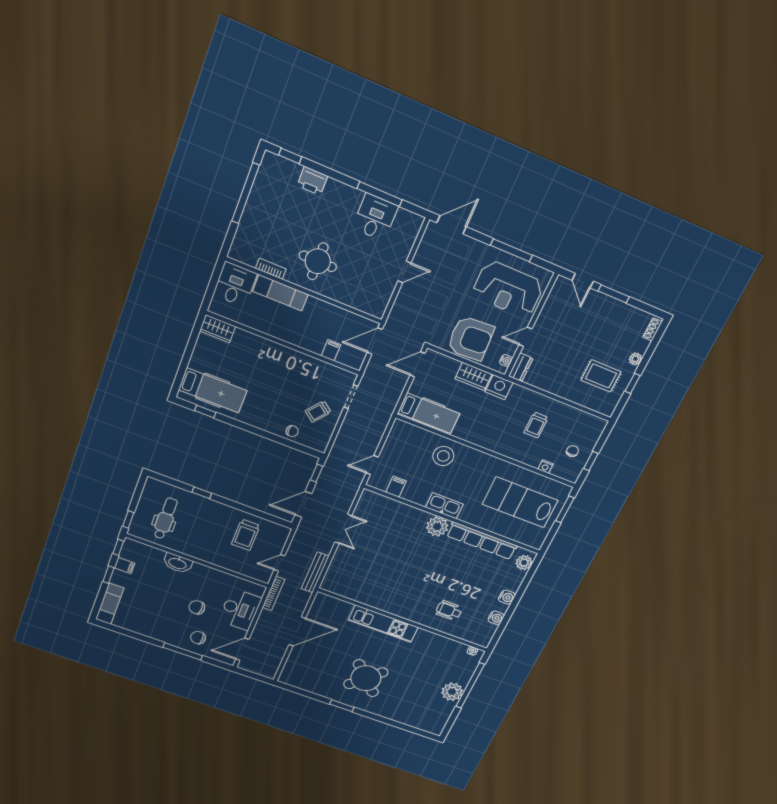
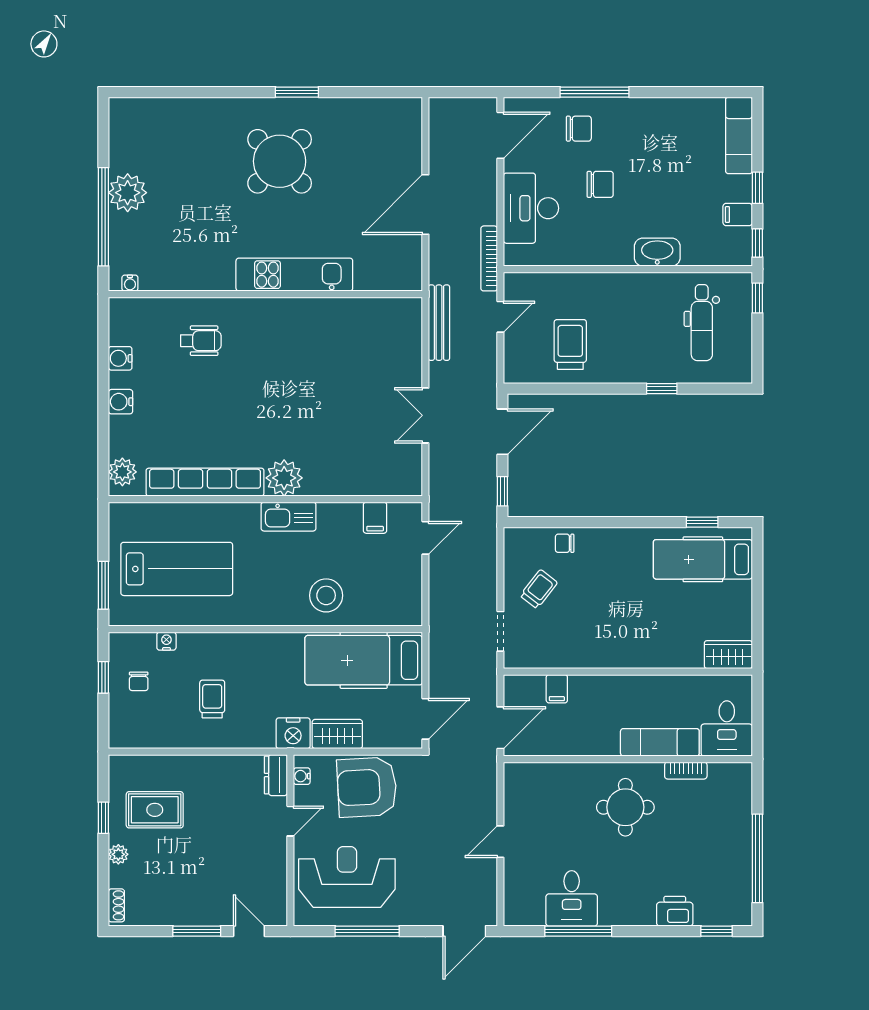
hospital bed: (429, 413) -> (364, 660), width x1.37, depth x1.29

